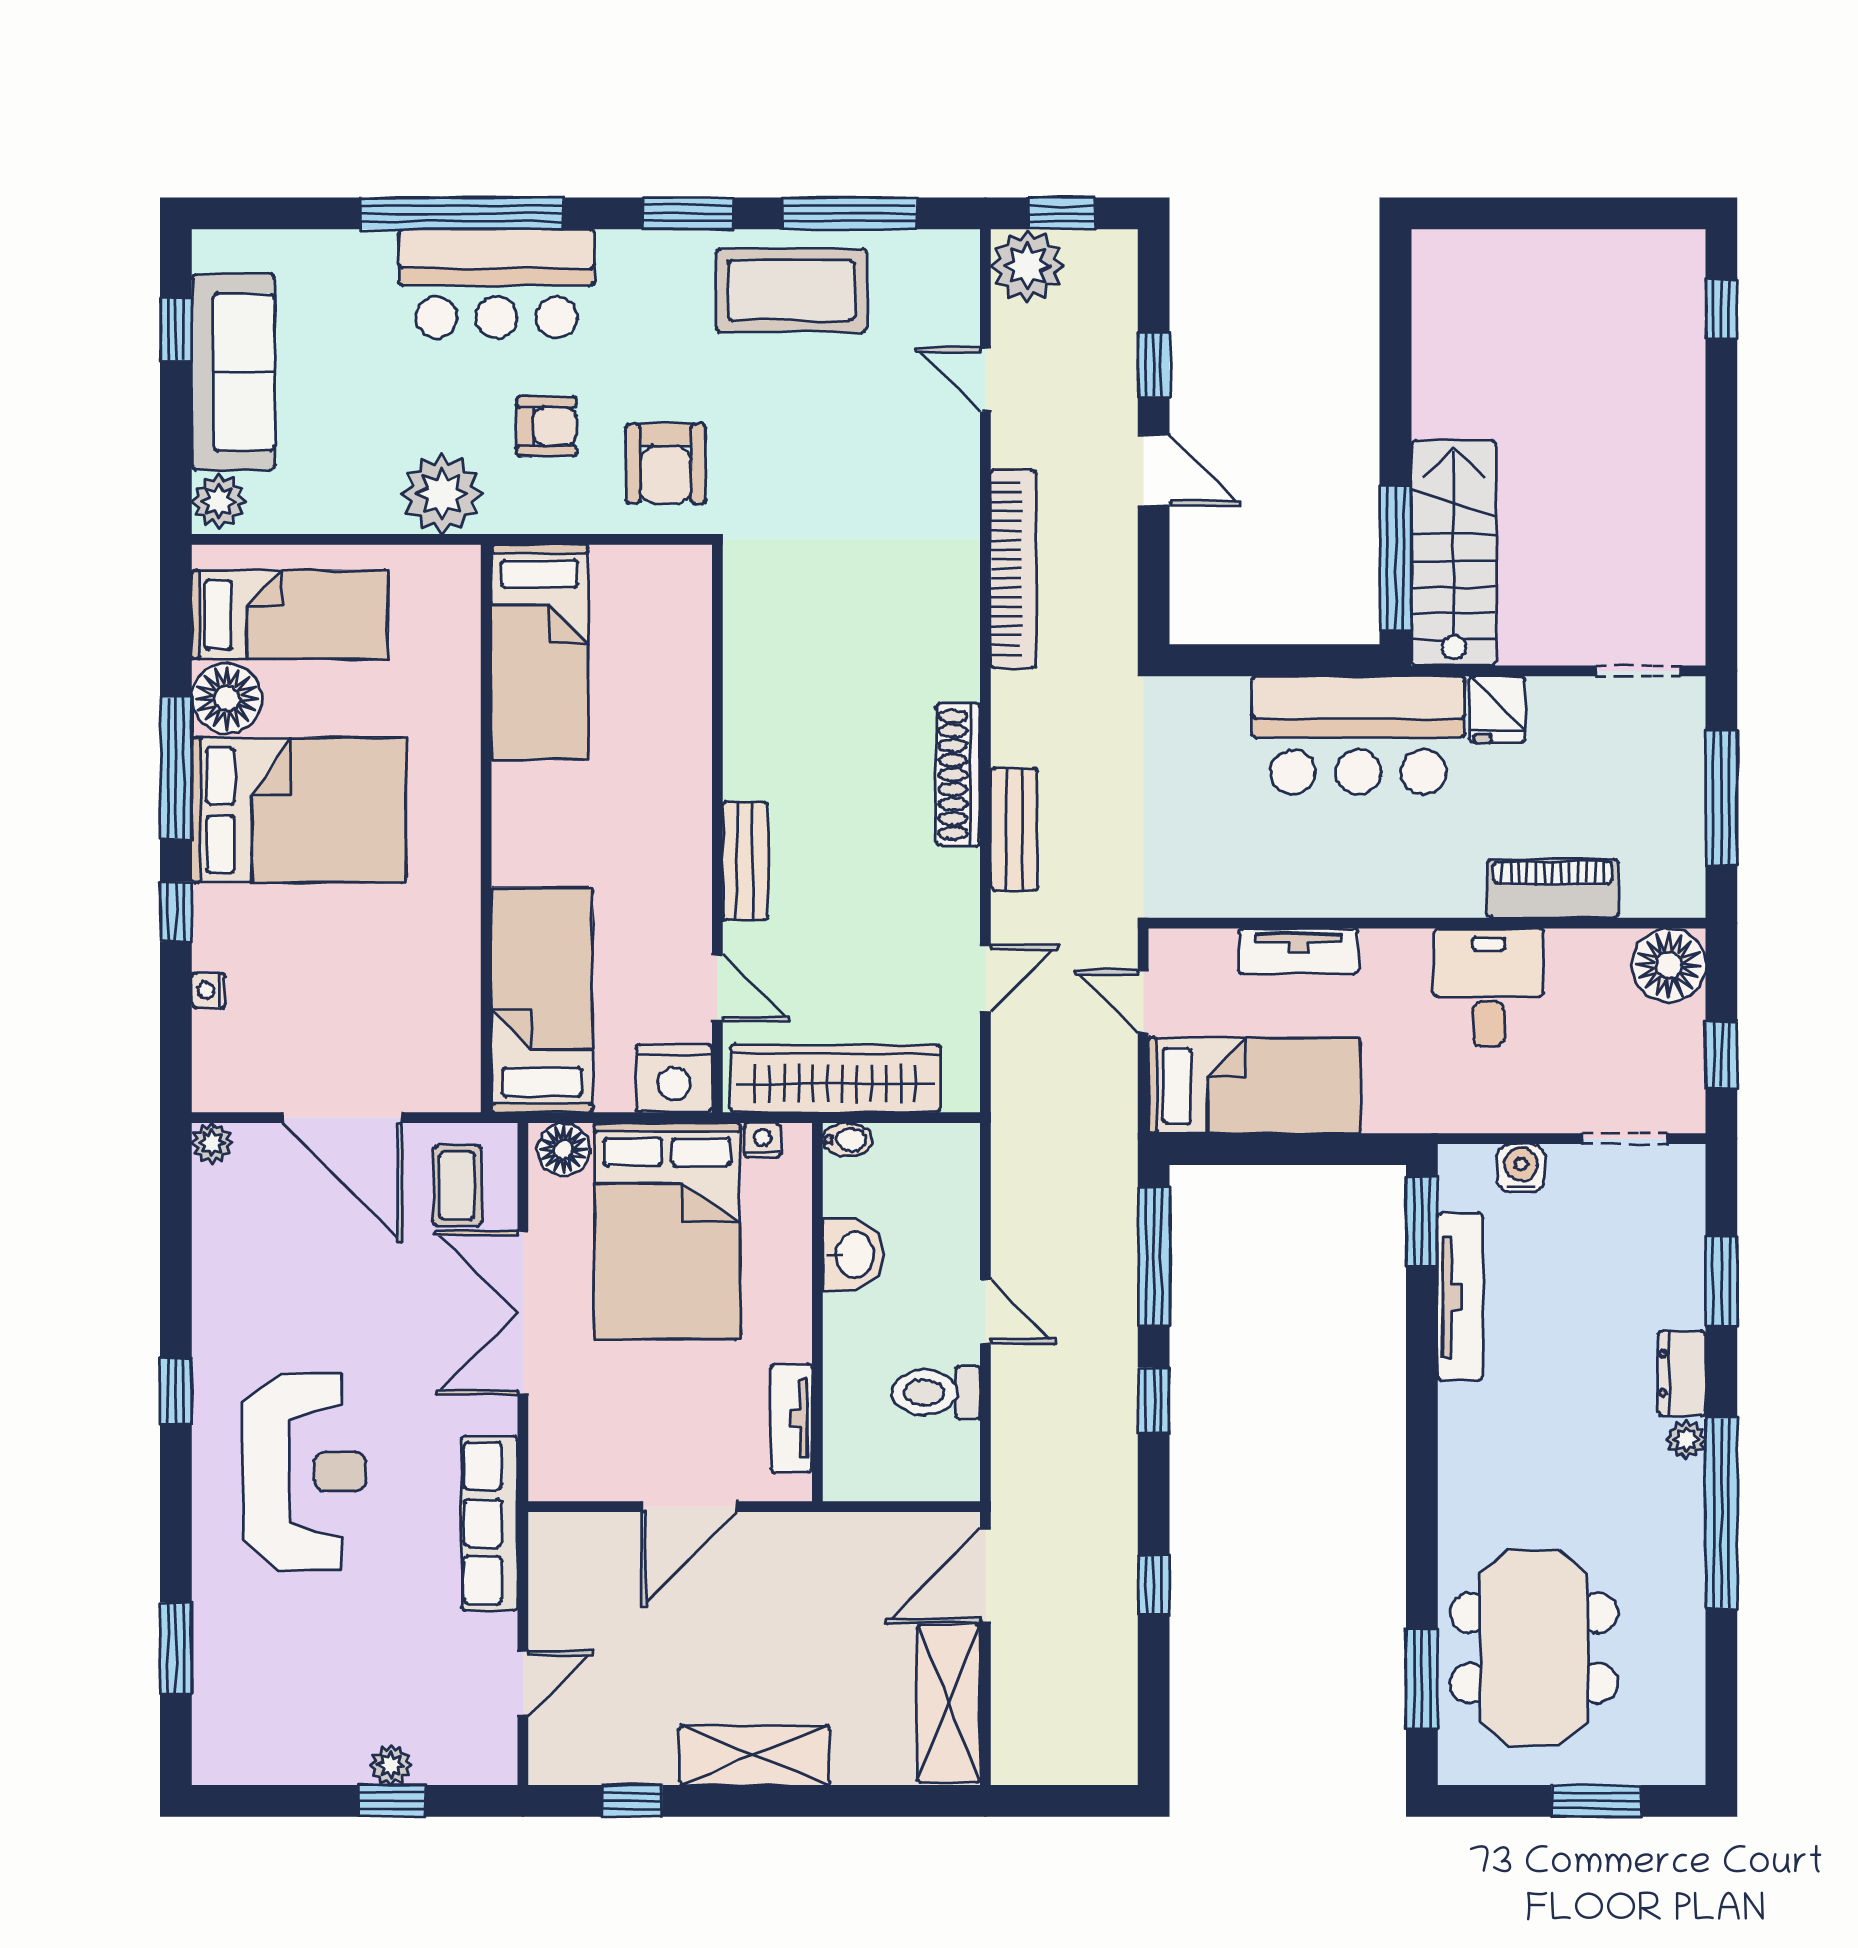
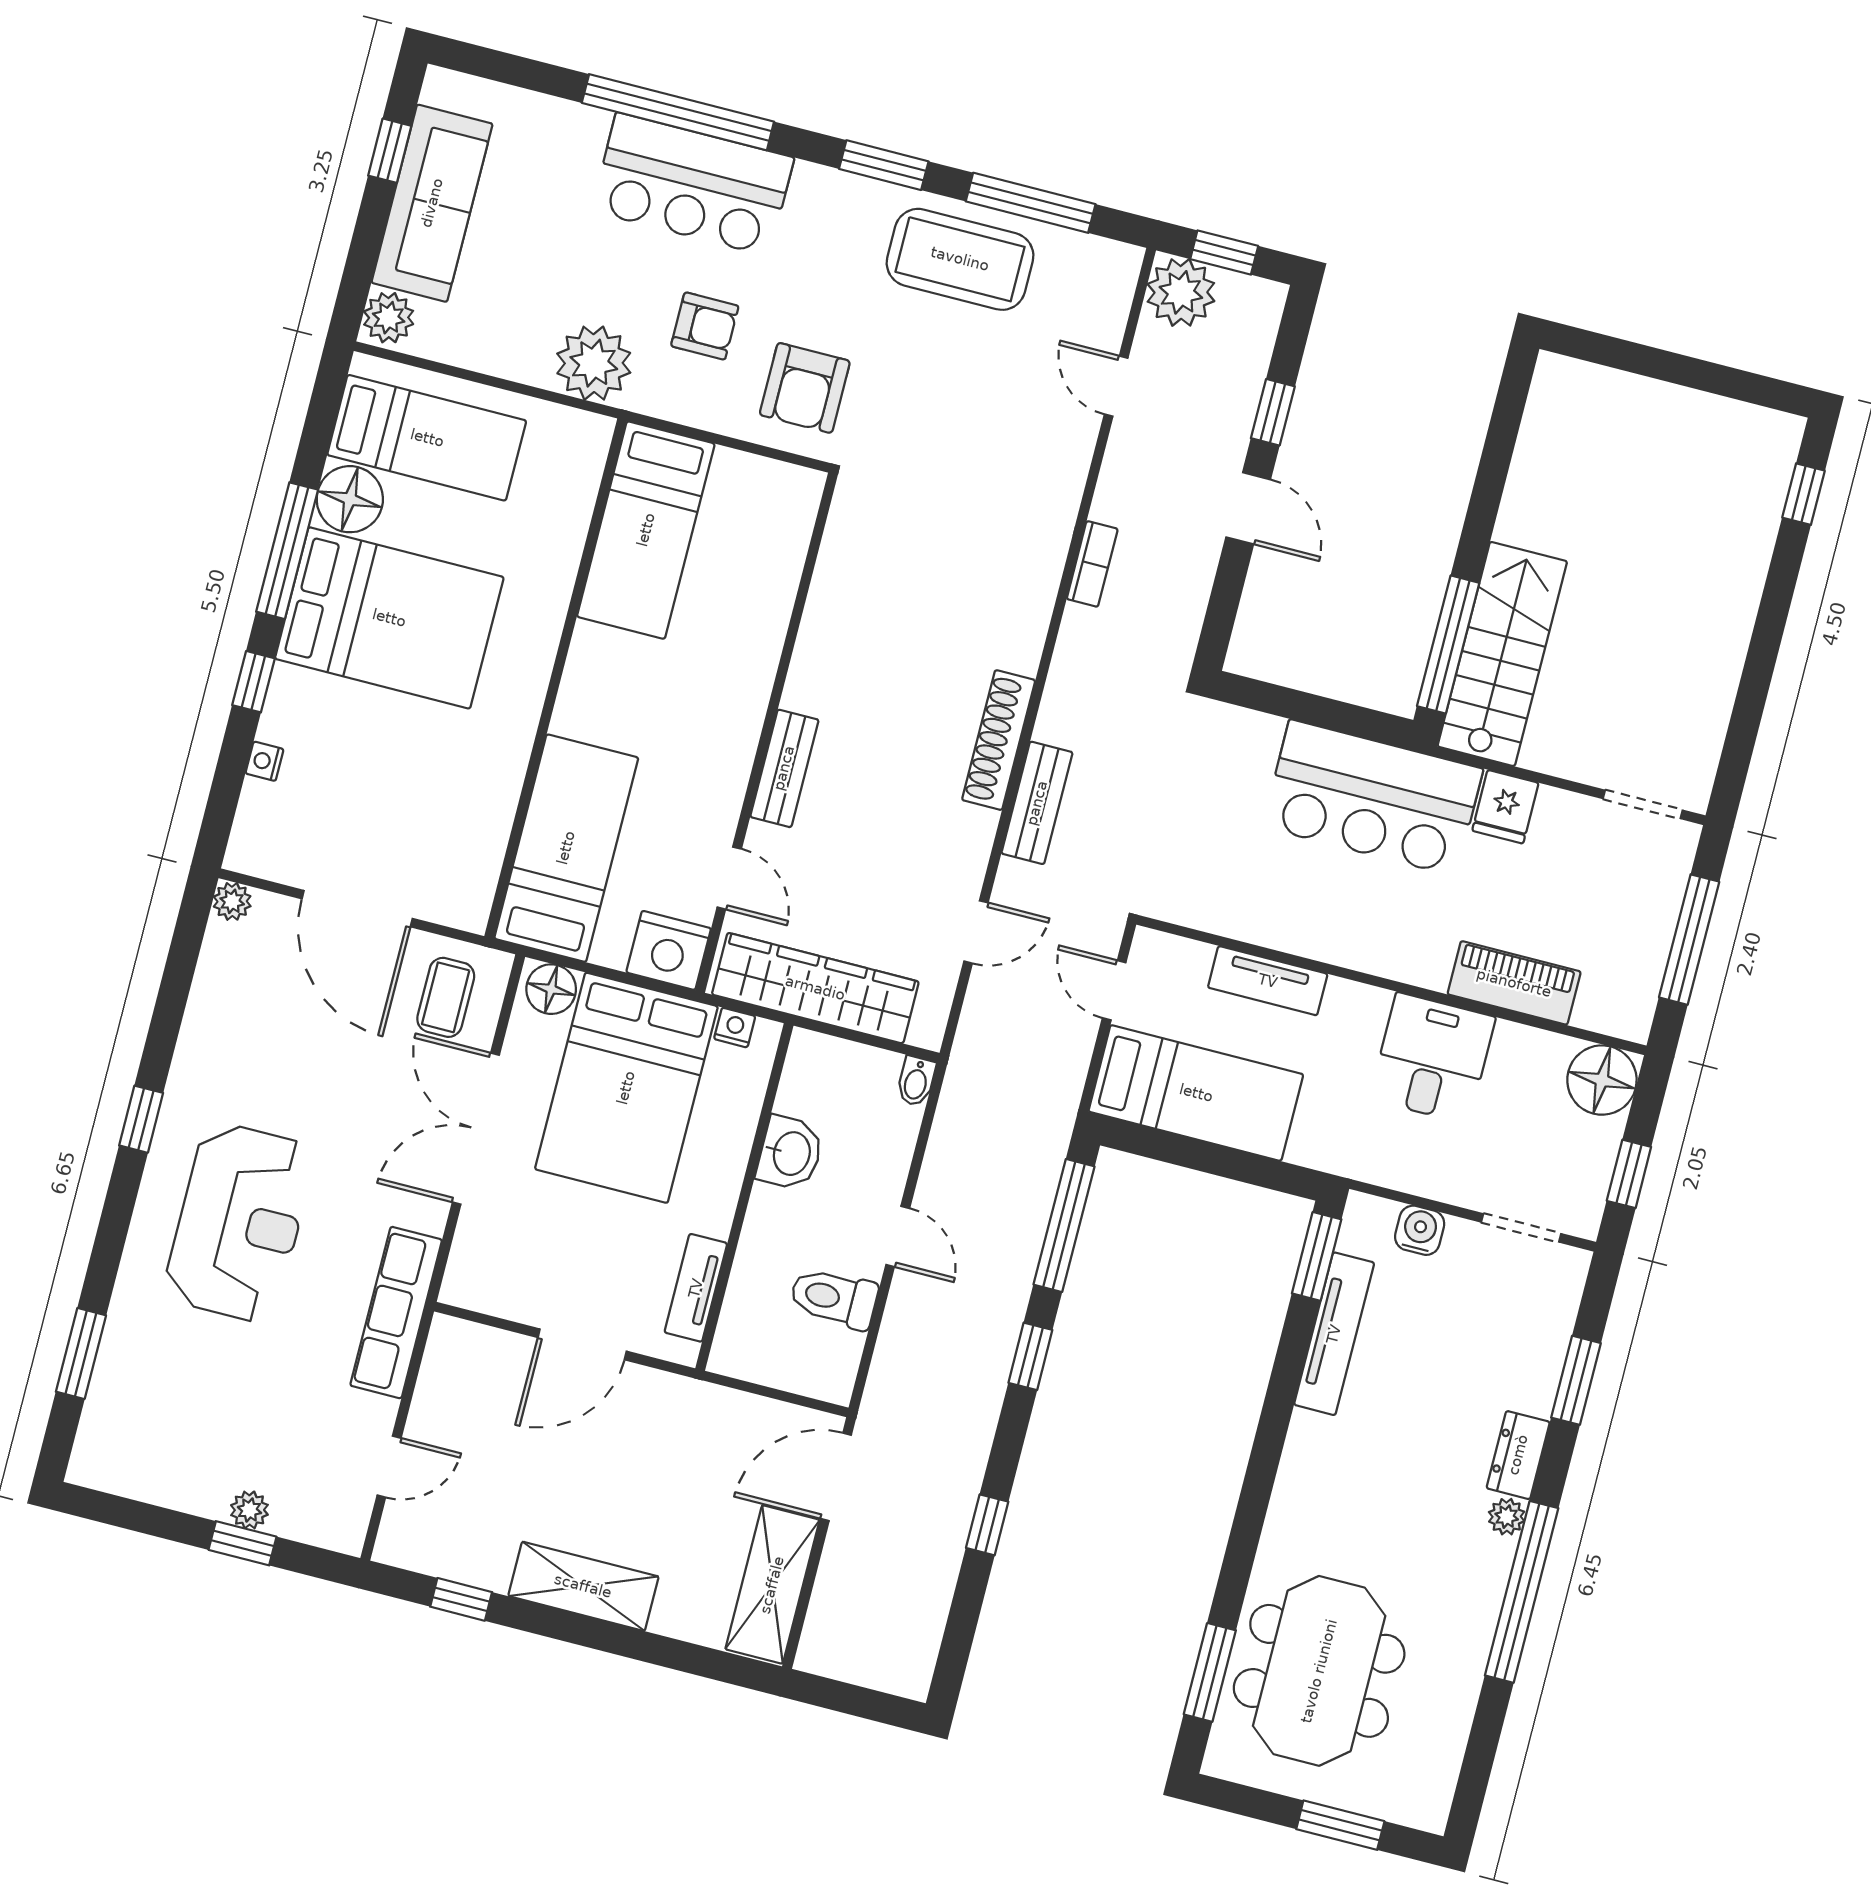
bookcase: (1013, 569) -> (1092, 564), width x0.43, depth x0.76
bidet: (847, 1140) -> (916, 1081), moved, turned 90

